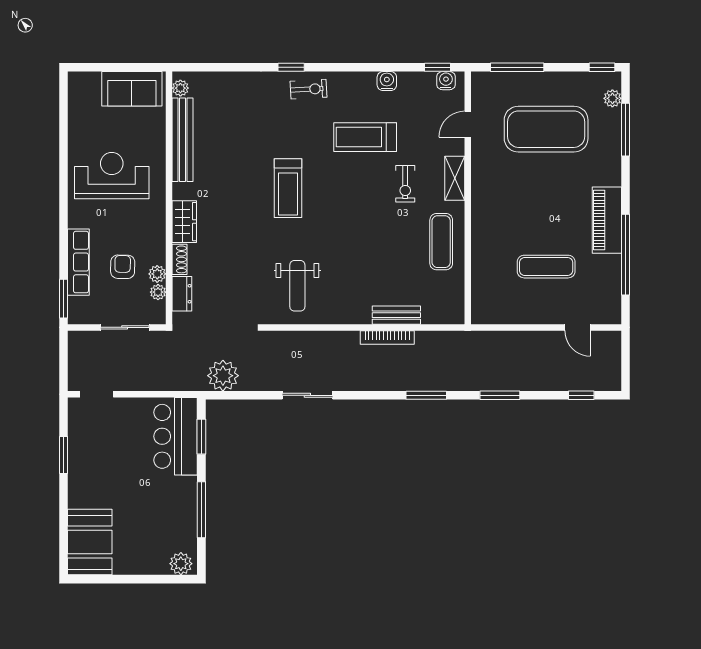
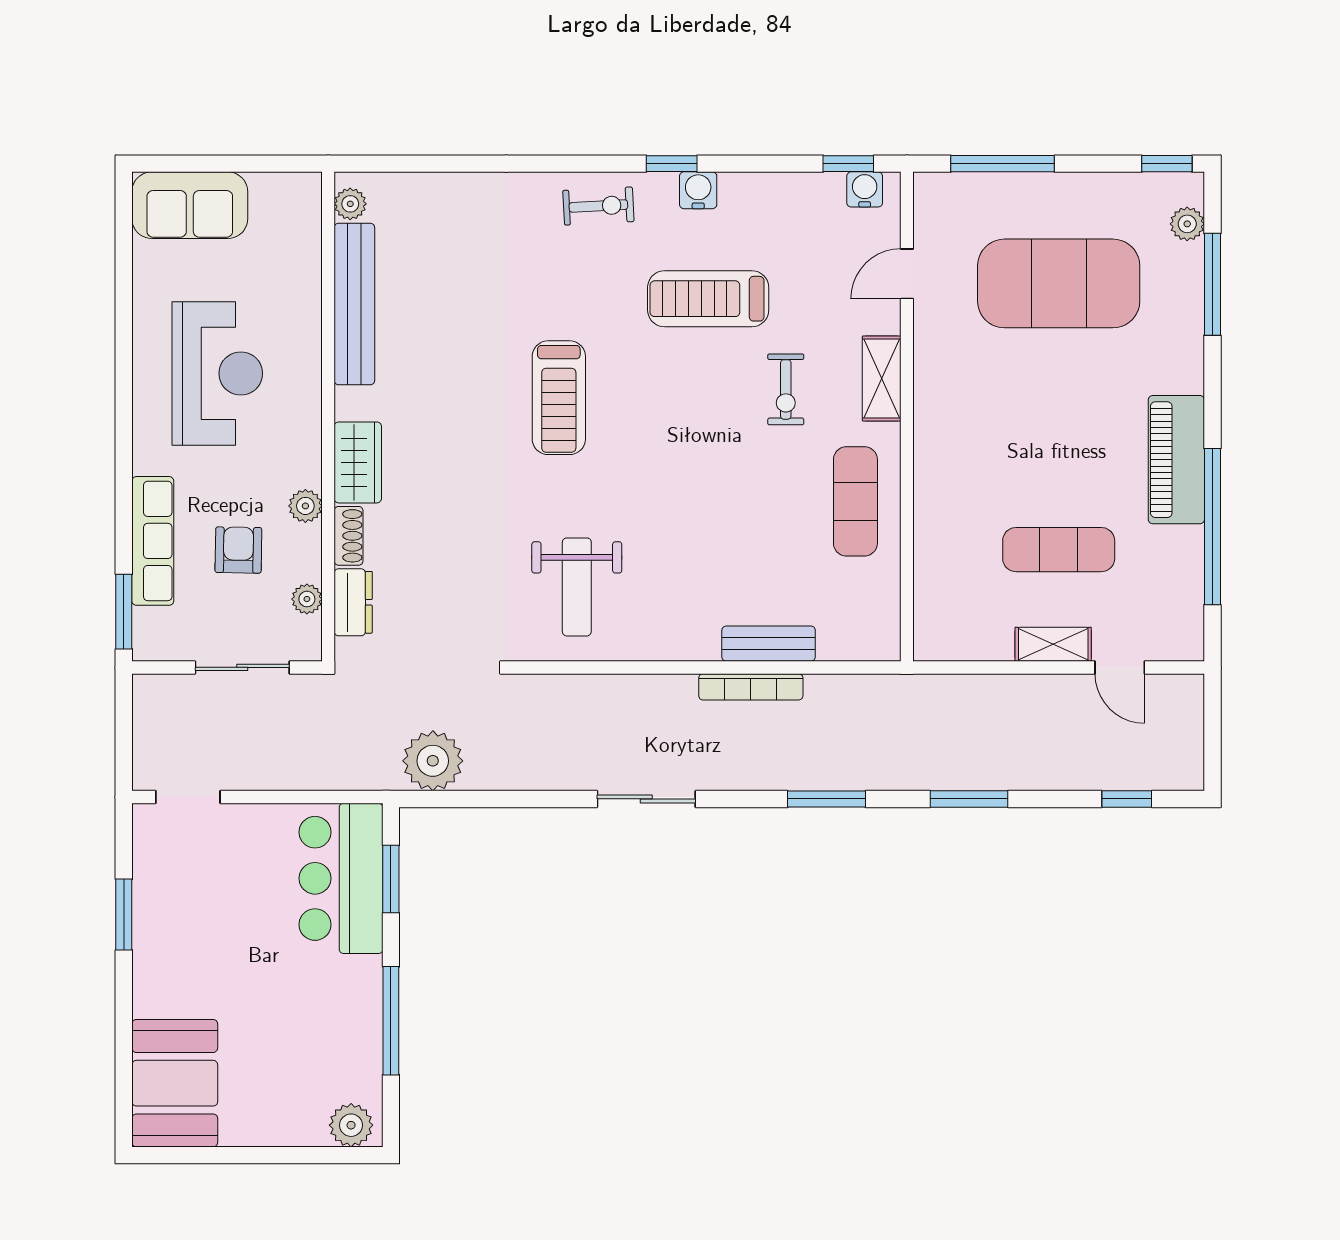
window: (291, 67) -> (672, 164), moved
water cooler: (387, 81) -> (698, 190), moved
sofa: (132, 89) -> (190, 205), moved
reception desk: (112, 176) -> (217, 373), turned 90
plant: (157, 274) -> (305, 506), moved
shelving: (543, 315) -> (1053, 644), added
sliding door: (307, 395) -> (646, 799), moved

